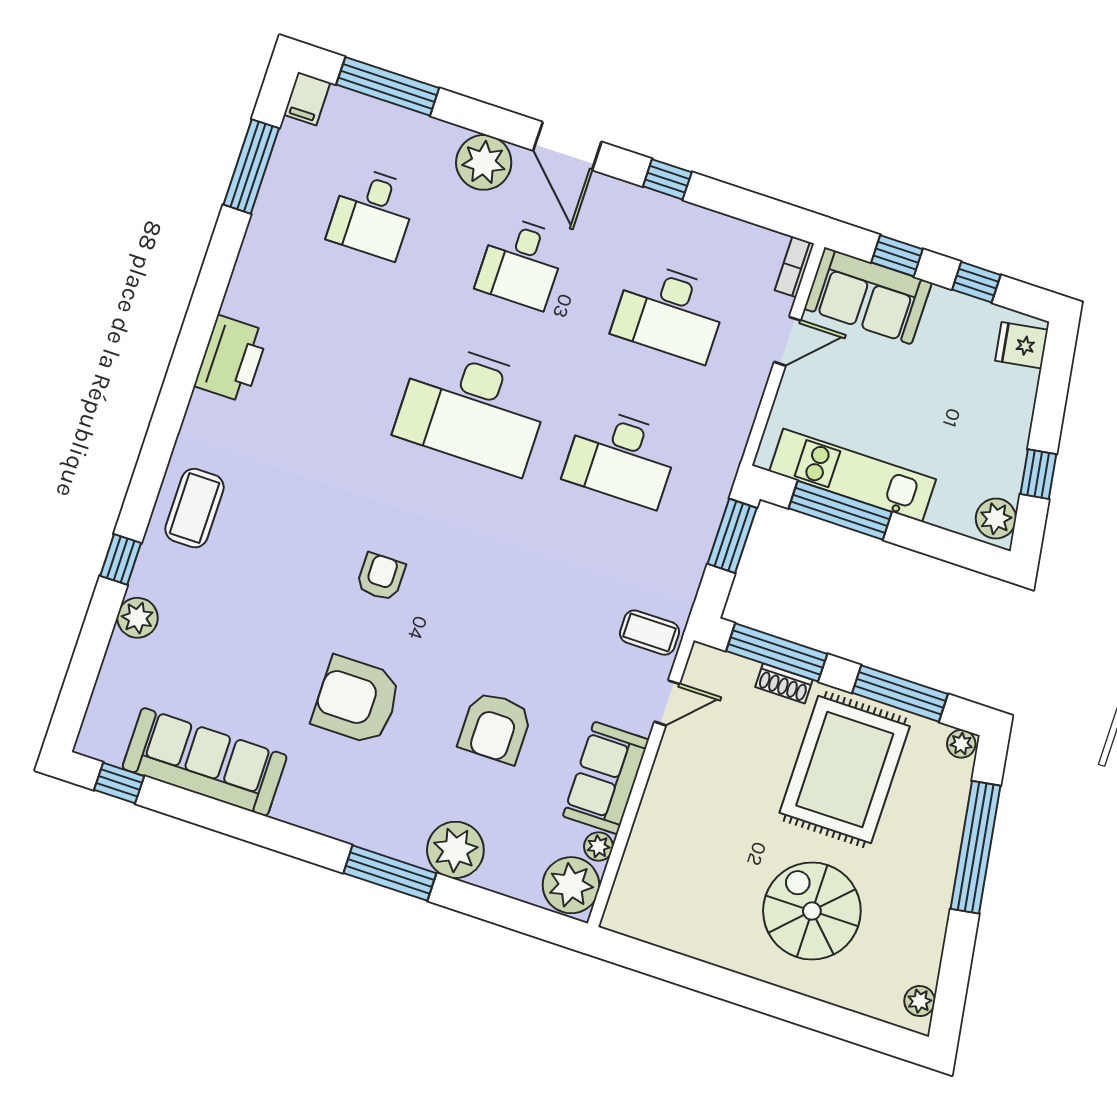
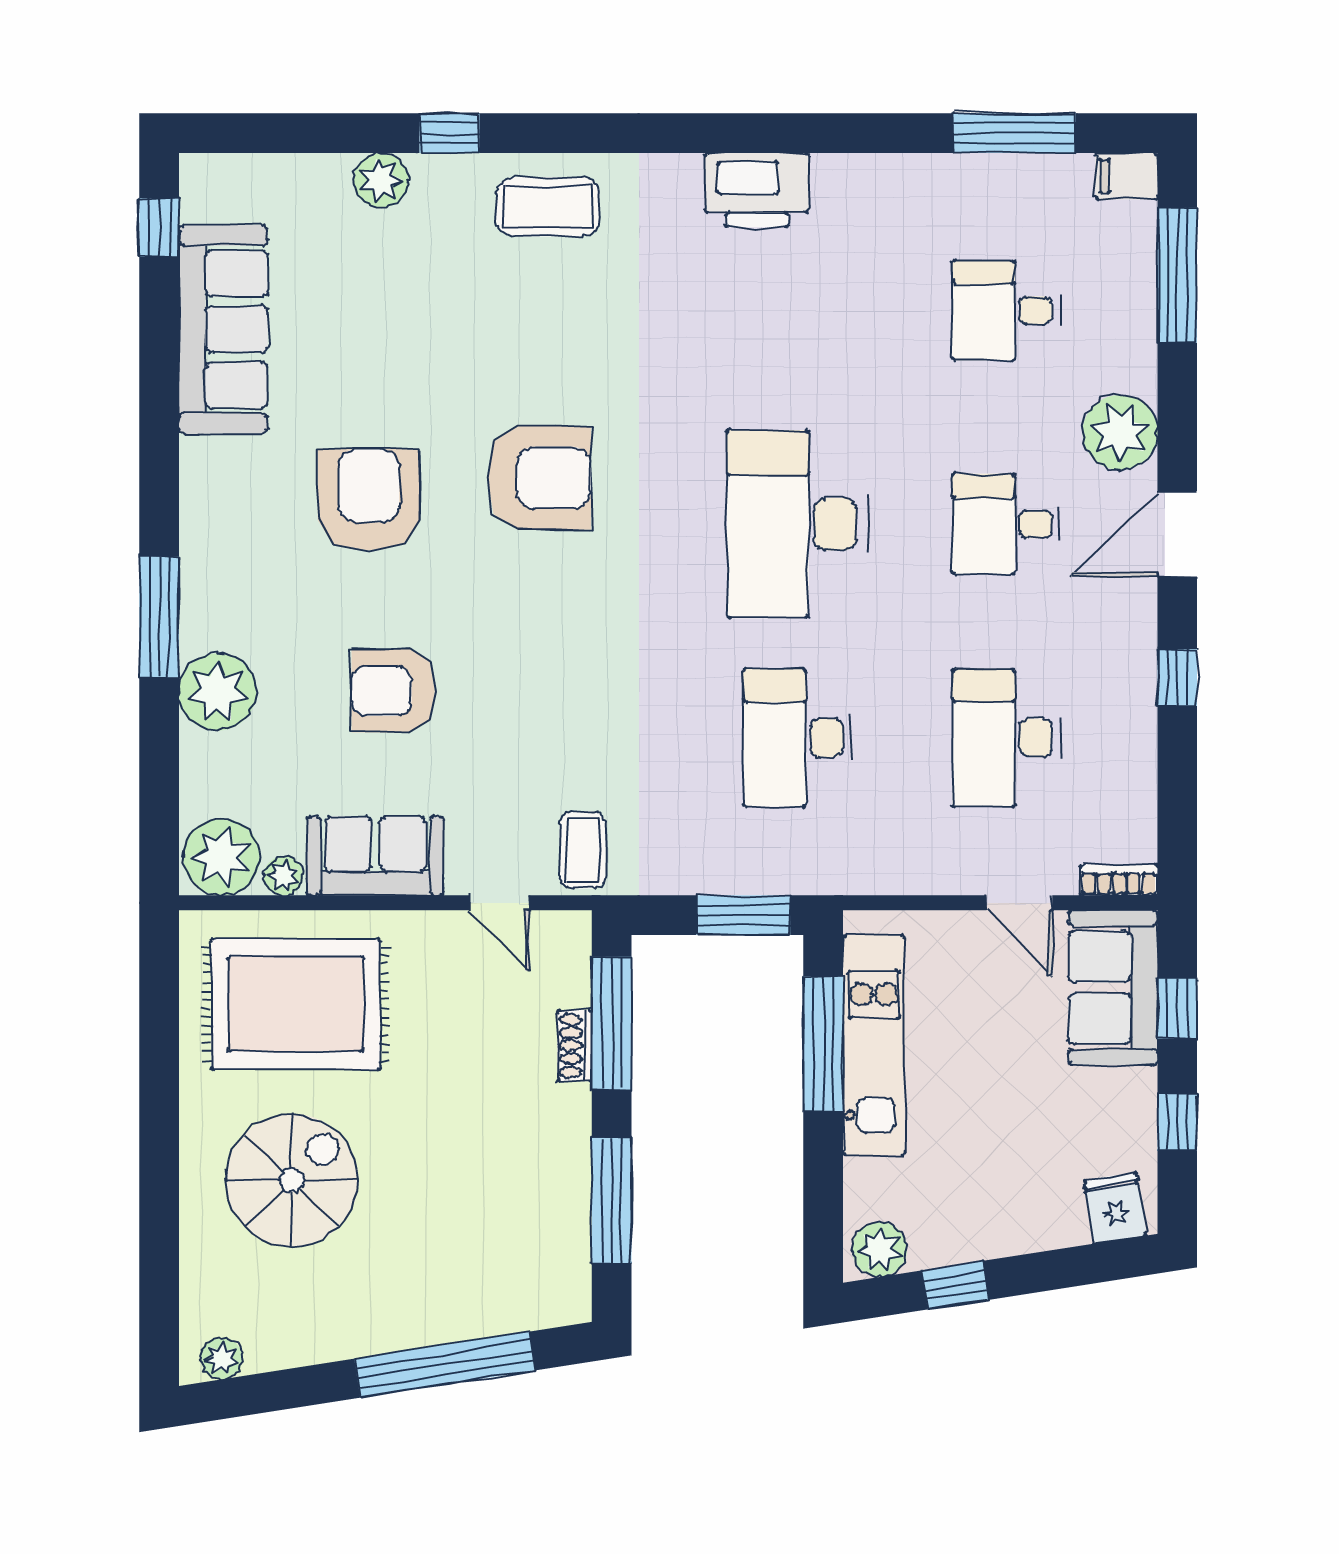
armchair: (381, 577) -> (539, 478), width x1.88, depth x1.88
plant: (961, 744) -> (573, 1301), removed
rug: (845, 770) -> (296, 1004), moved

